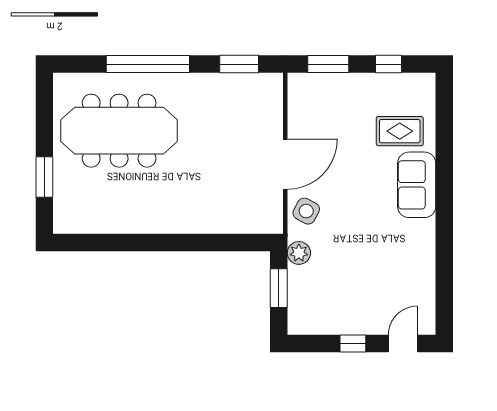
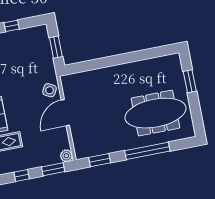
plant: (299, 253) -> (66, 156), moved

